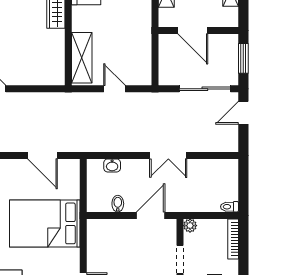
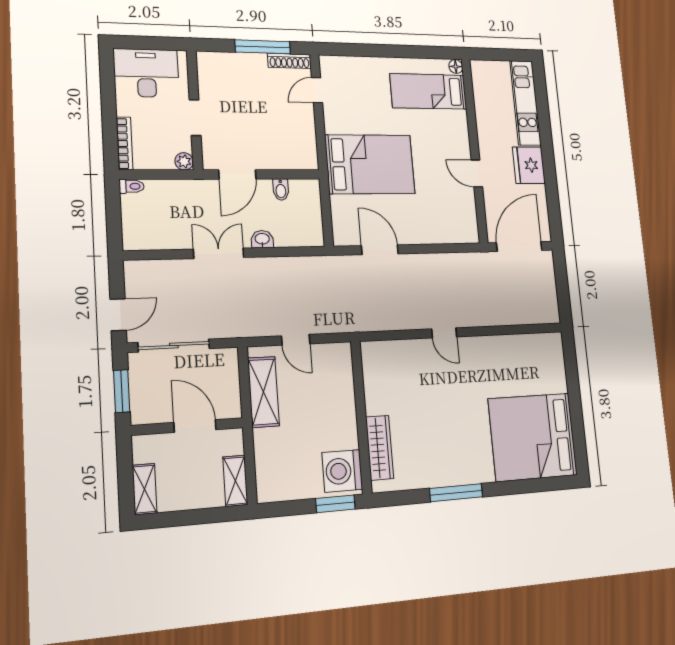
shelving: (82, 58) -> (263, 392), moved
washbasin: (112, 165) -> (262, 239), moved

